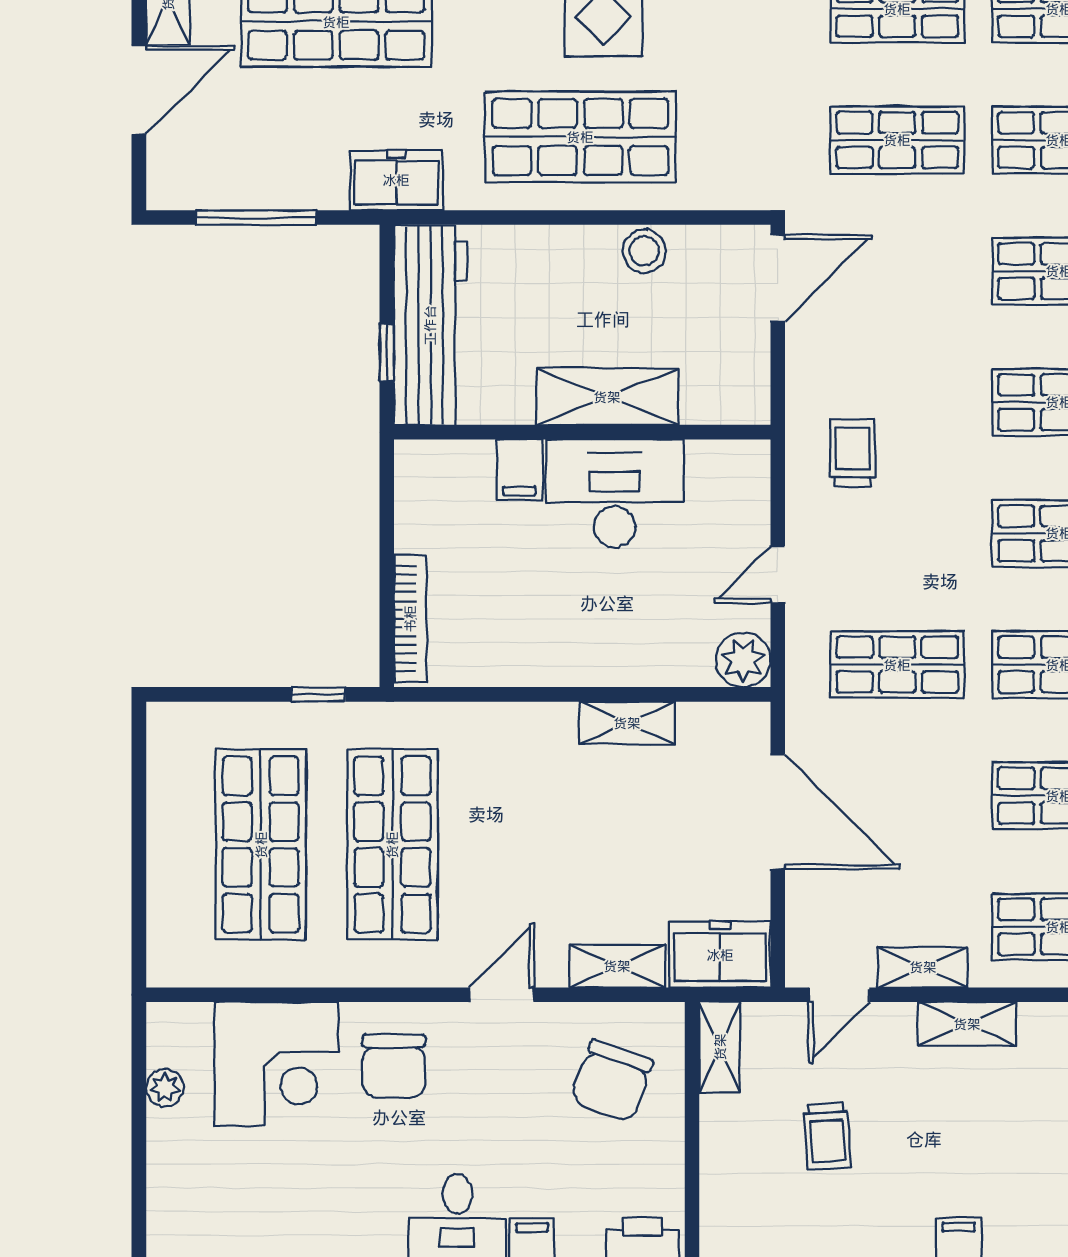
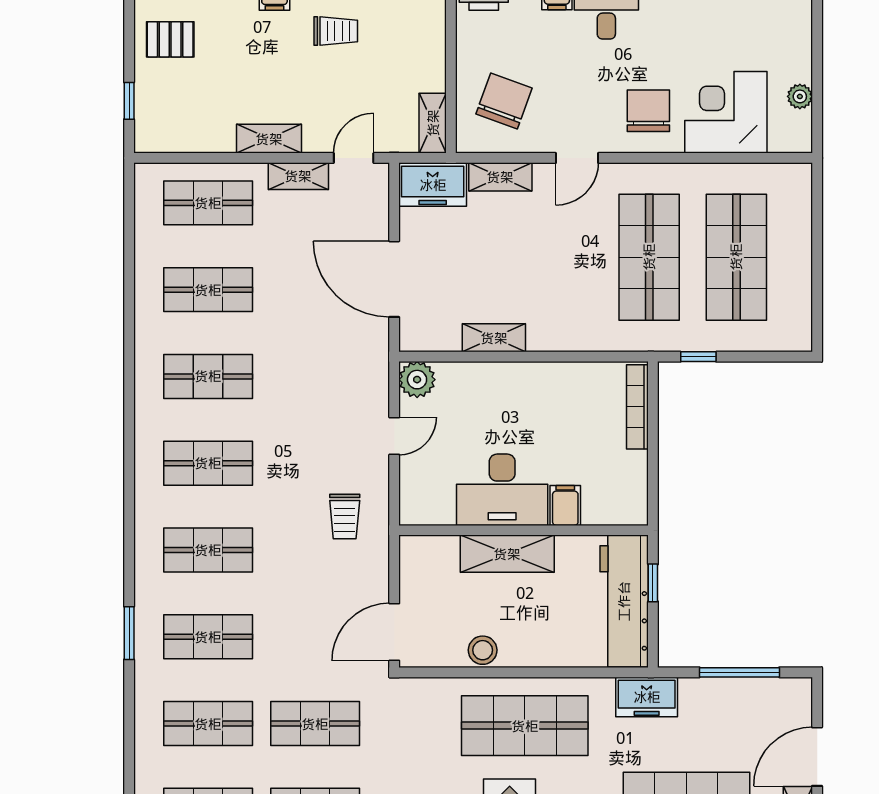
shop shelf: (897, 665) -> (315, 376), removed
trolley: (828, 1136) -> (336, 31), moved, turned 94

